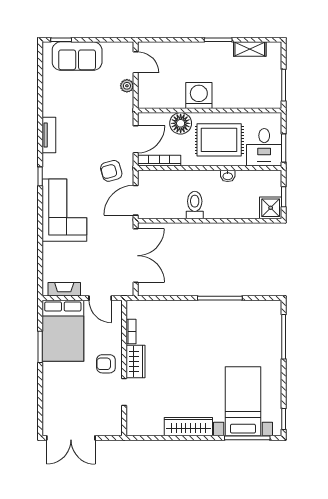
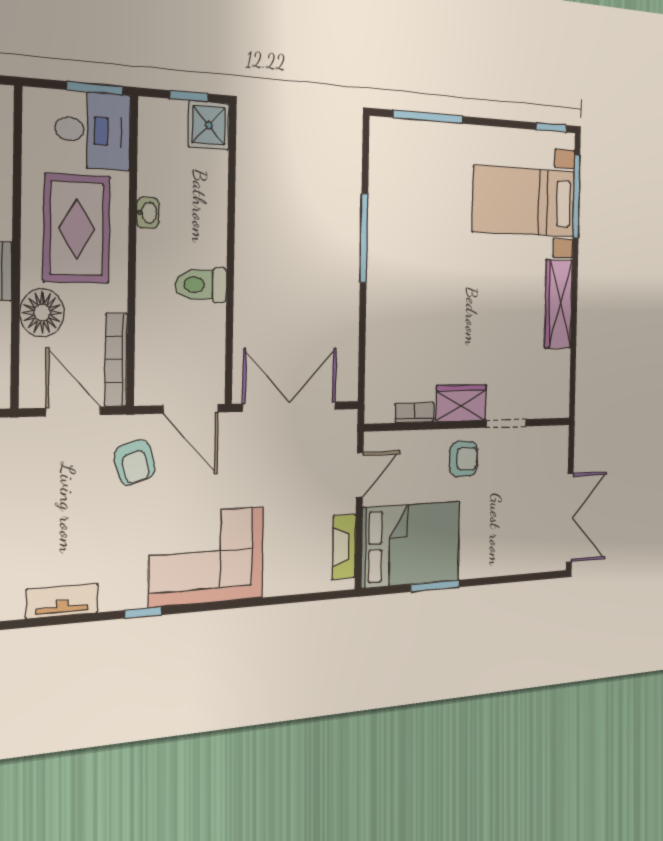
armchair: (106, 364) -> (464, 459), turned -90

